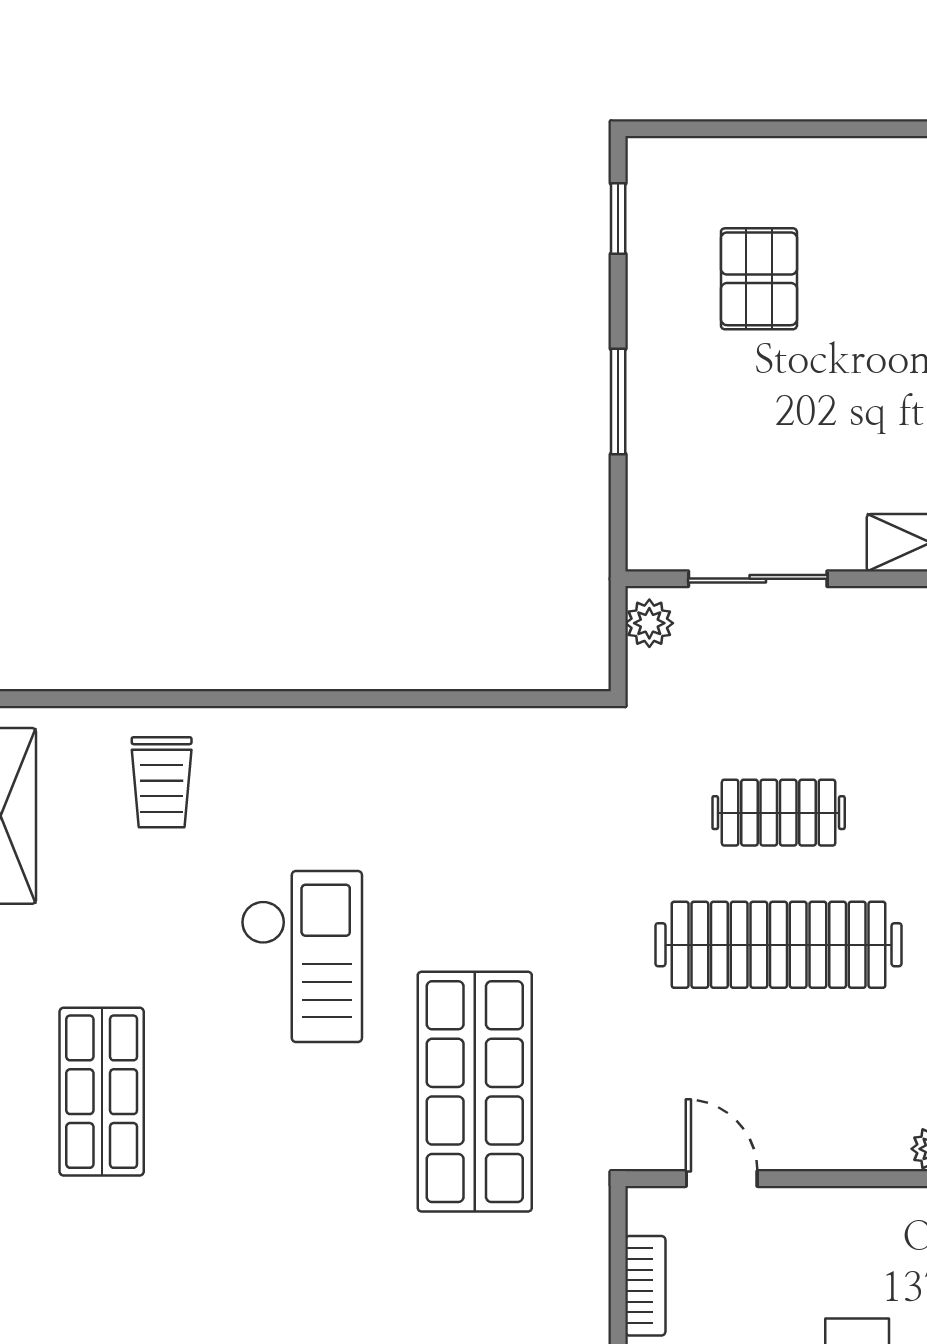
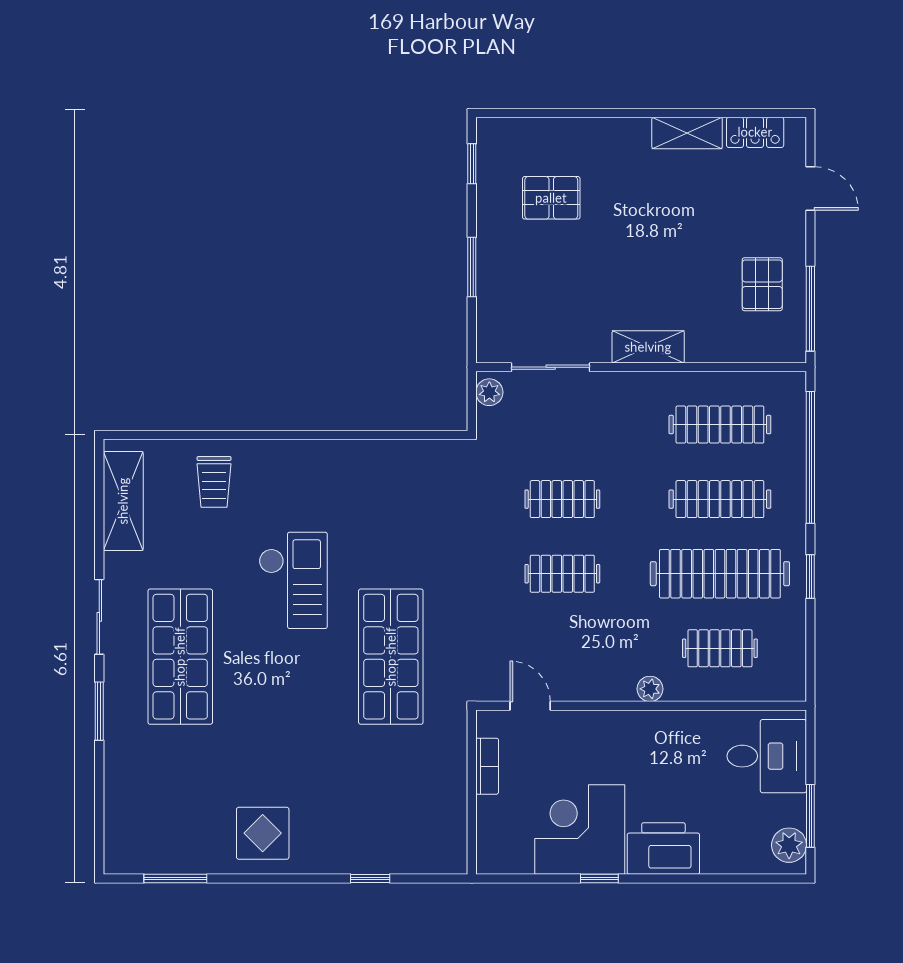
pallet: (759, 279) -> (551, 198), turned 90
clothes rail: (779, 945) -> (562, 574), width x0.54, depth x0.76
shop shelf: (102, 1092) -> (180, 657), width x1.43, depth x1.36

